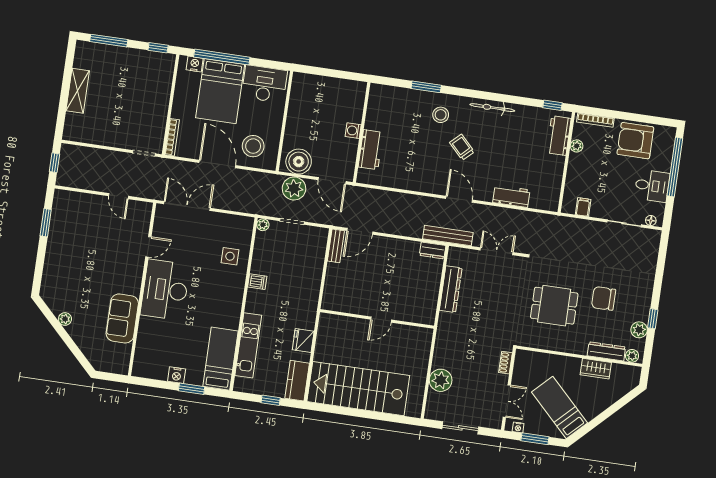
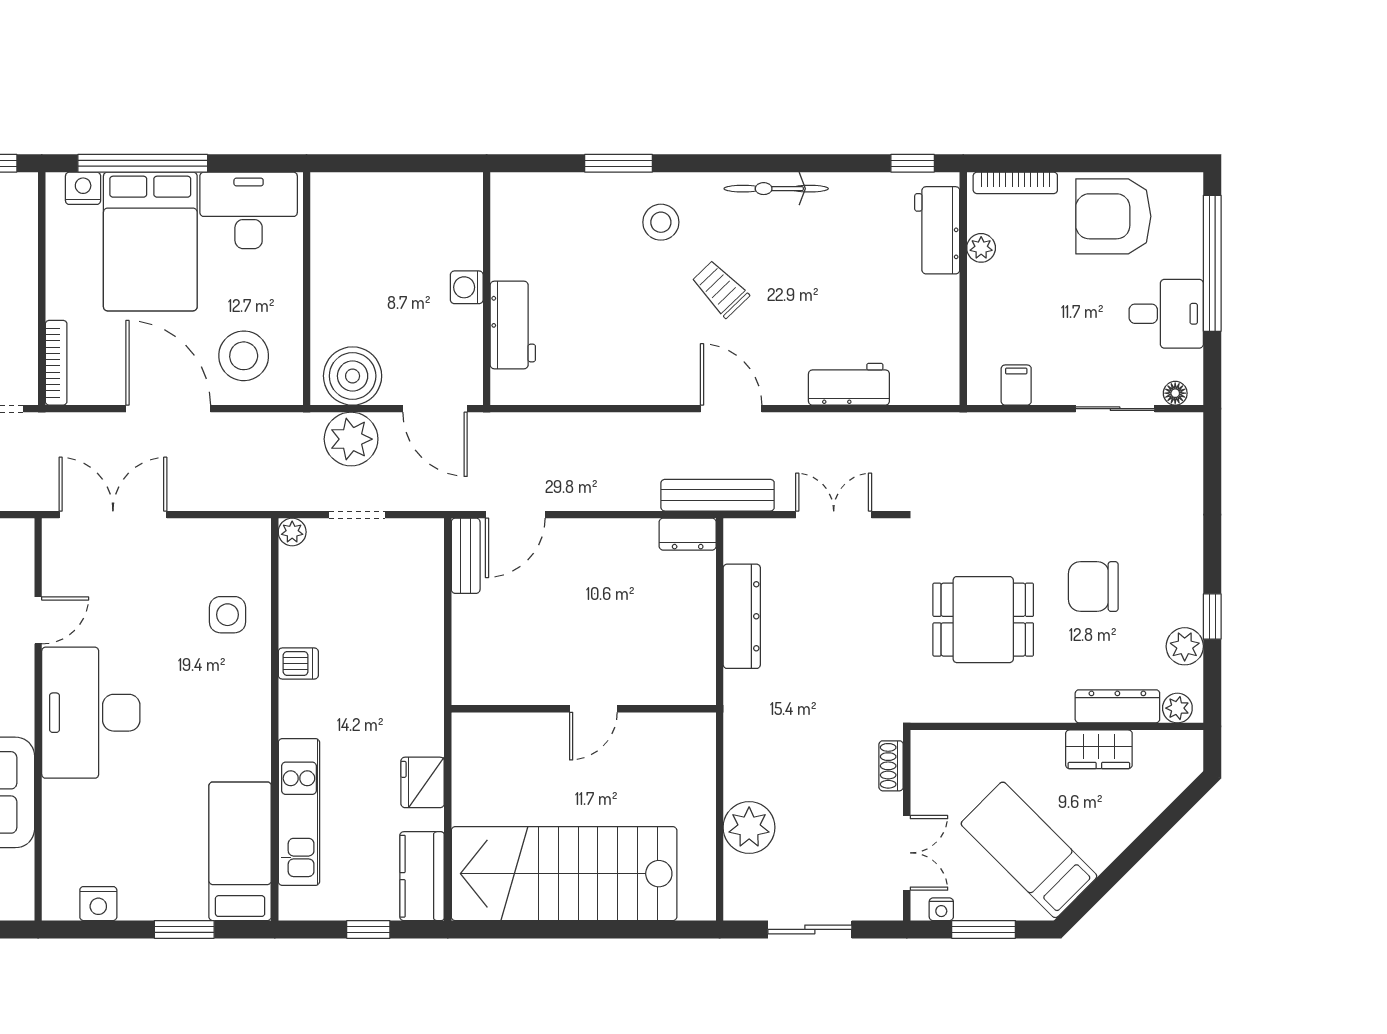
nightstand: (177, 375) -> (98, 904), moved

